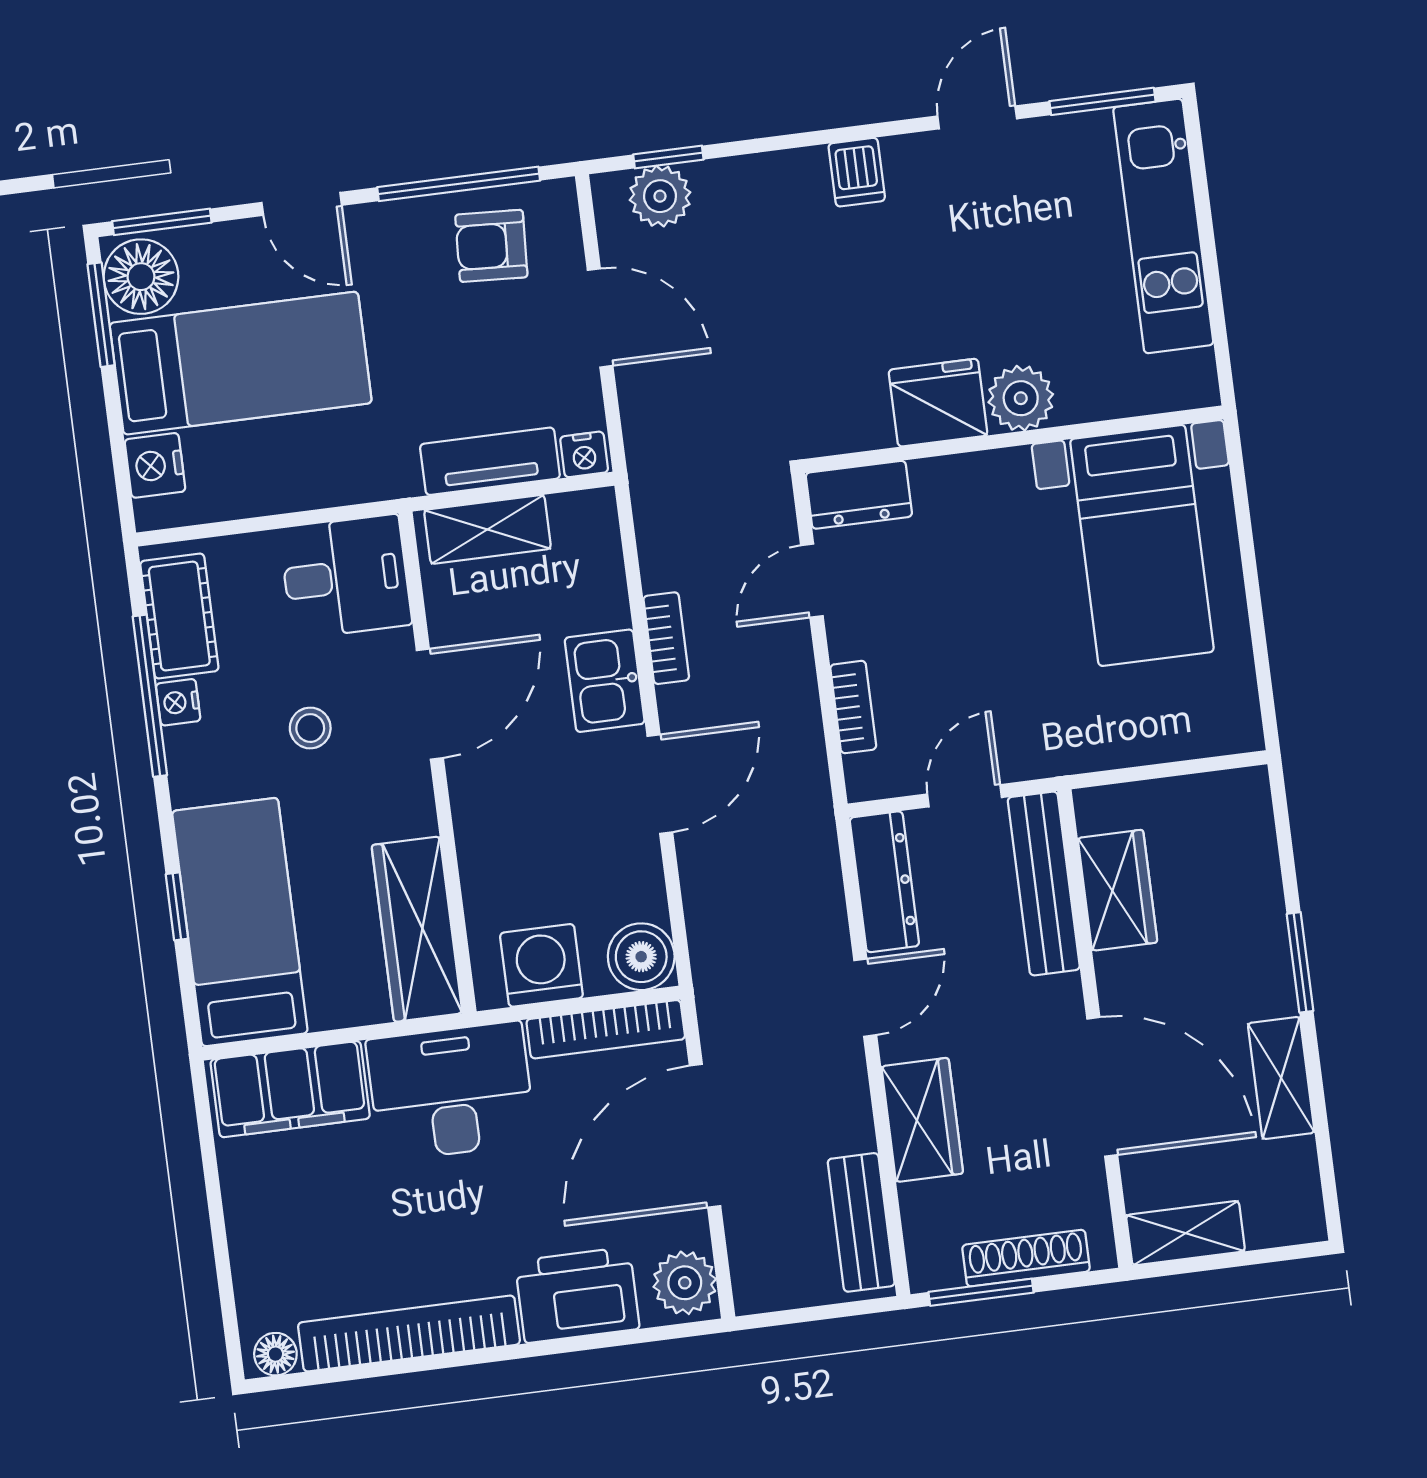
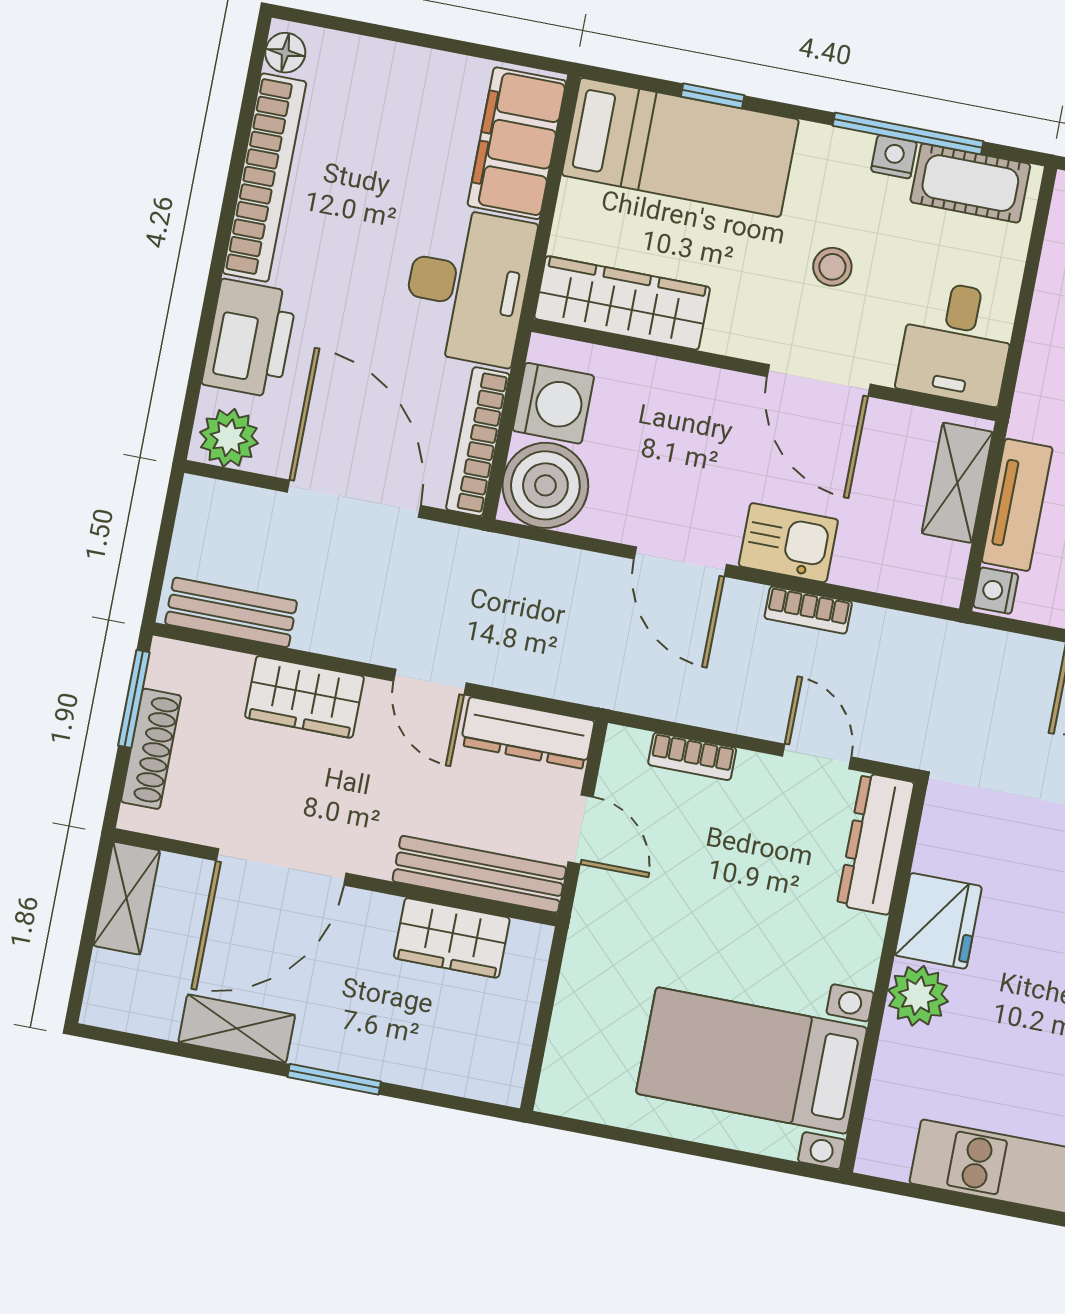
dresser: (859, 495) -> (876, 844), width x1.44
boiler: (641, 957) -> (545, 485), width x1.37, depth x1.37

